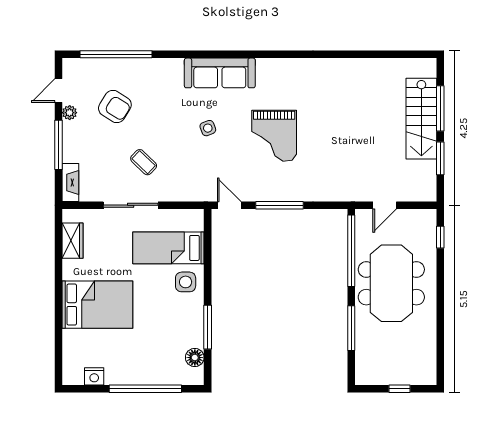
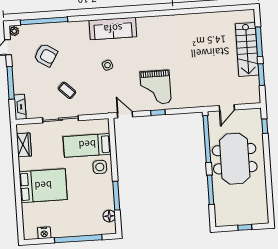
plant: (70, 113) -> (14, 31), moved
grand piano: (274, 136) -> (156, 87), moved
window: (279, 205) -> (158, 112), width x0.46

